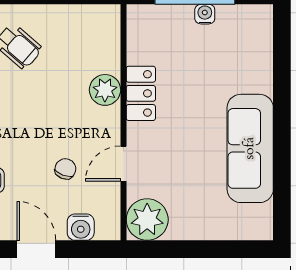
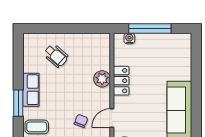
water cooler: (205, 14) -> (129, 38), moved

